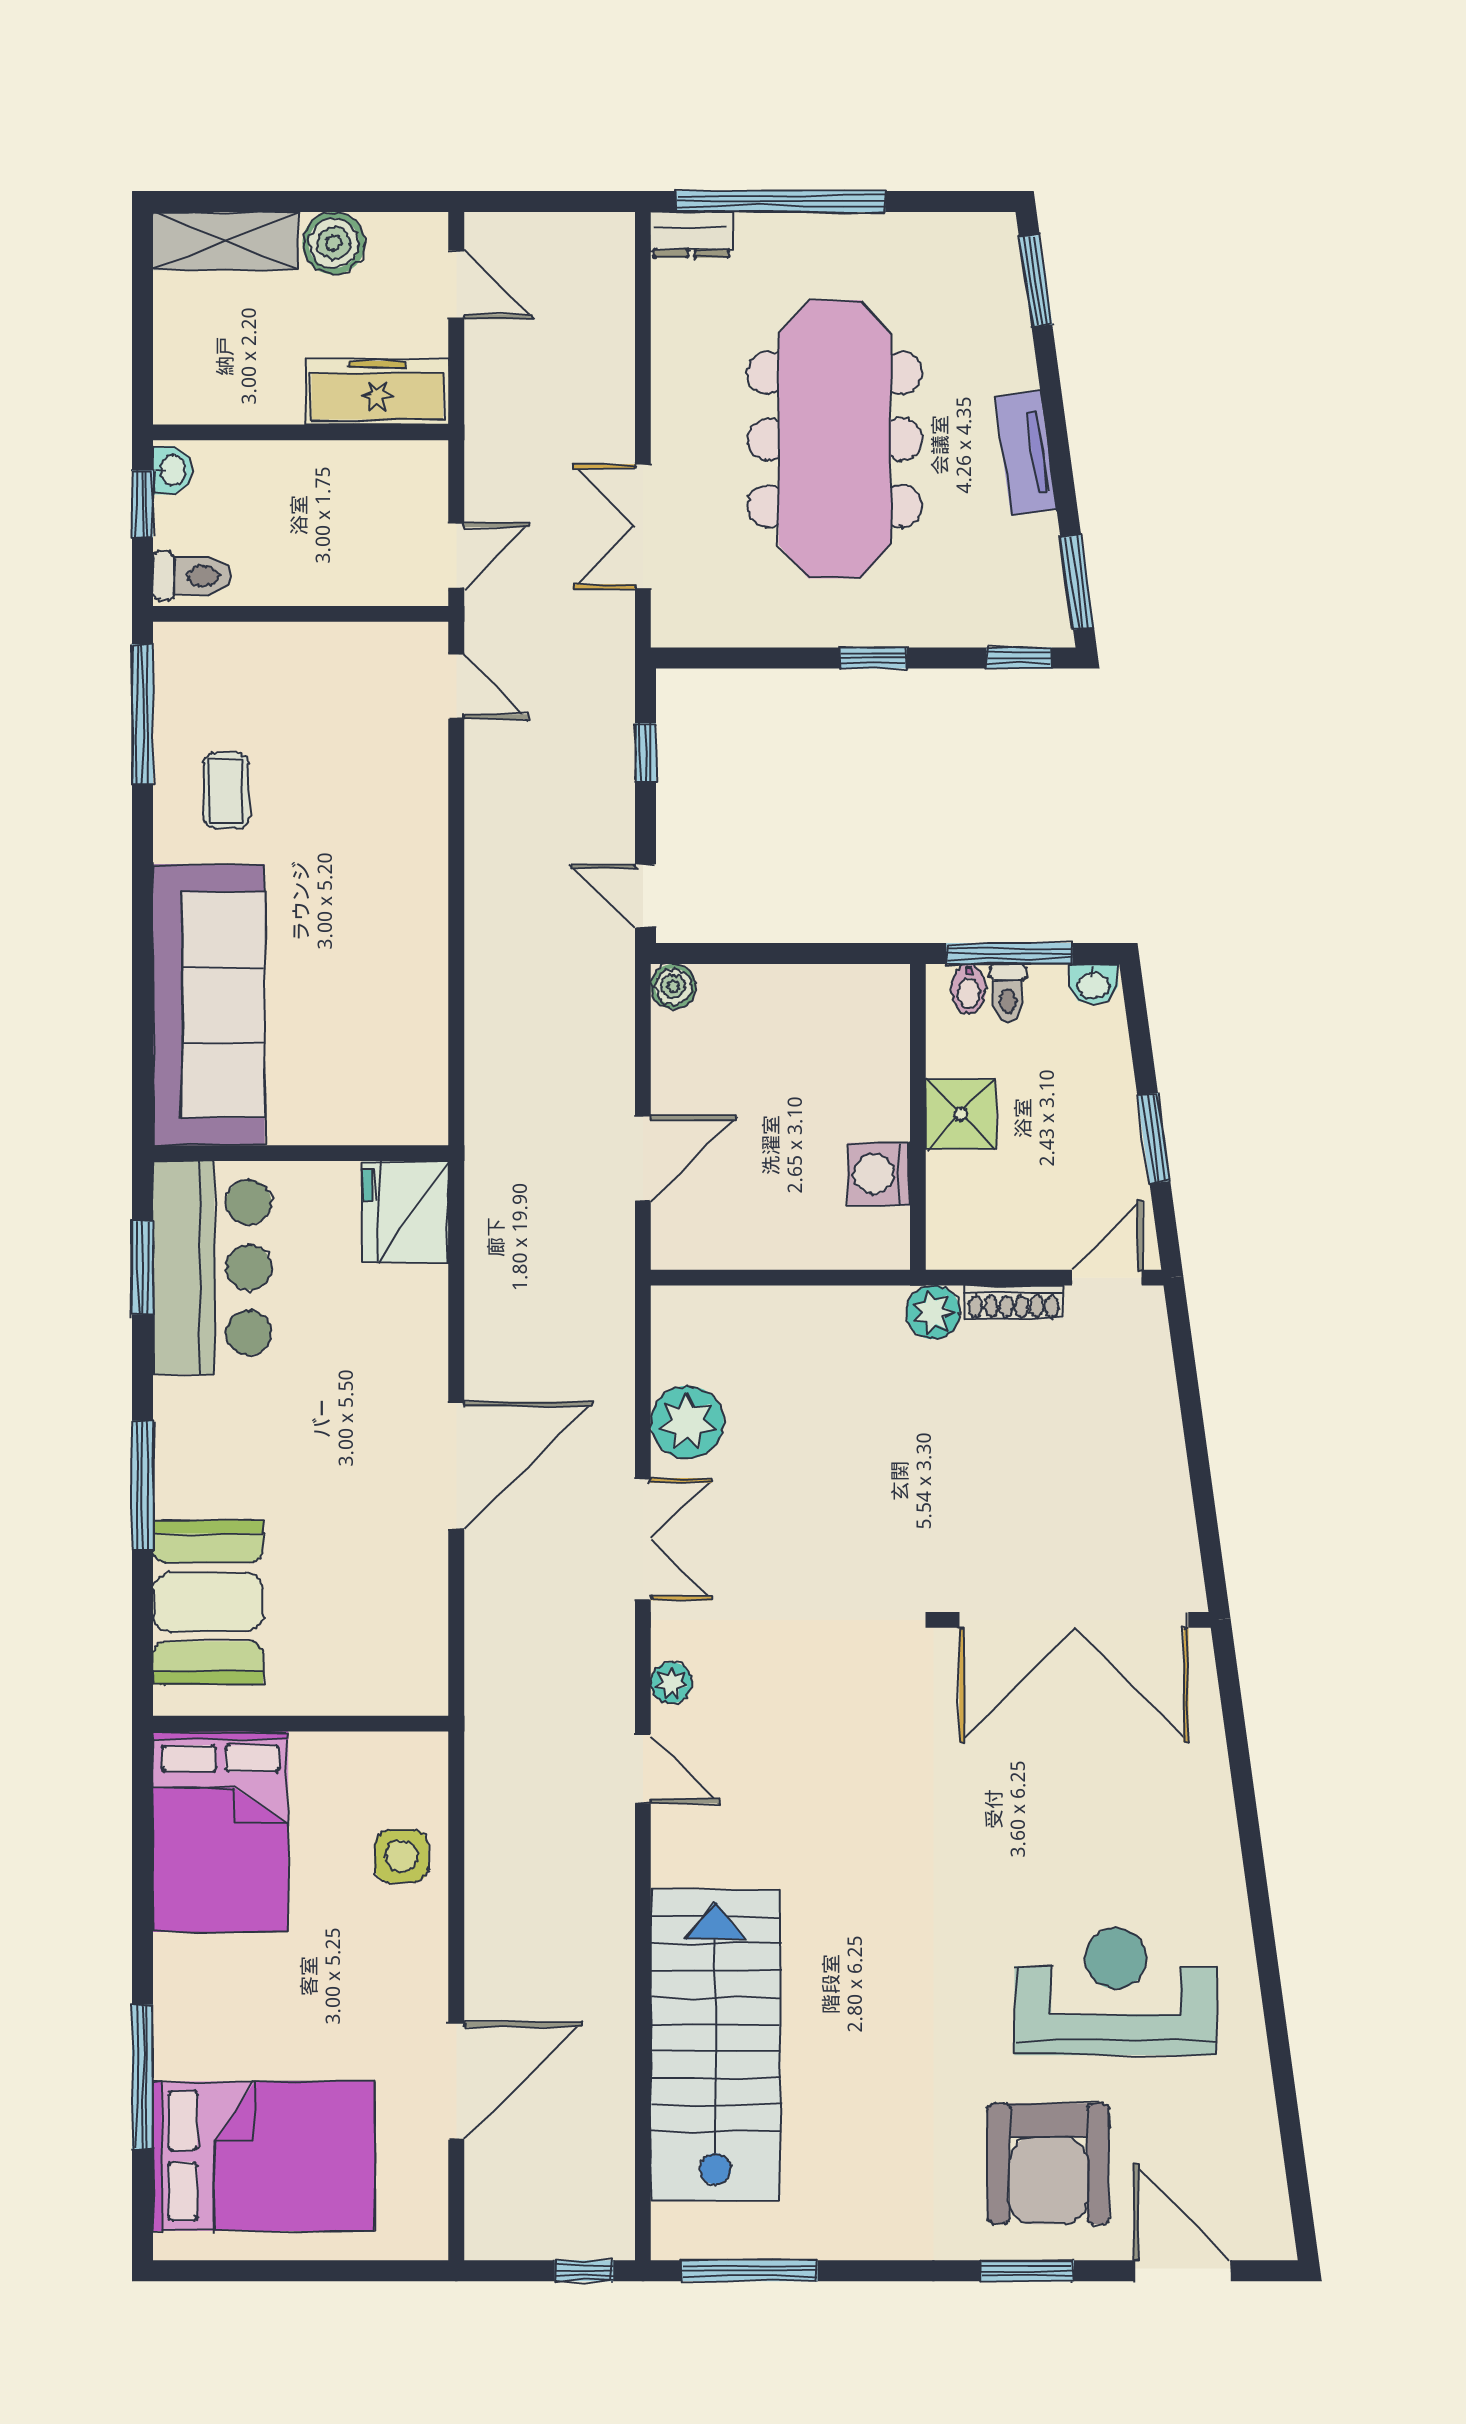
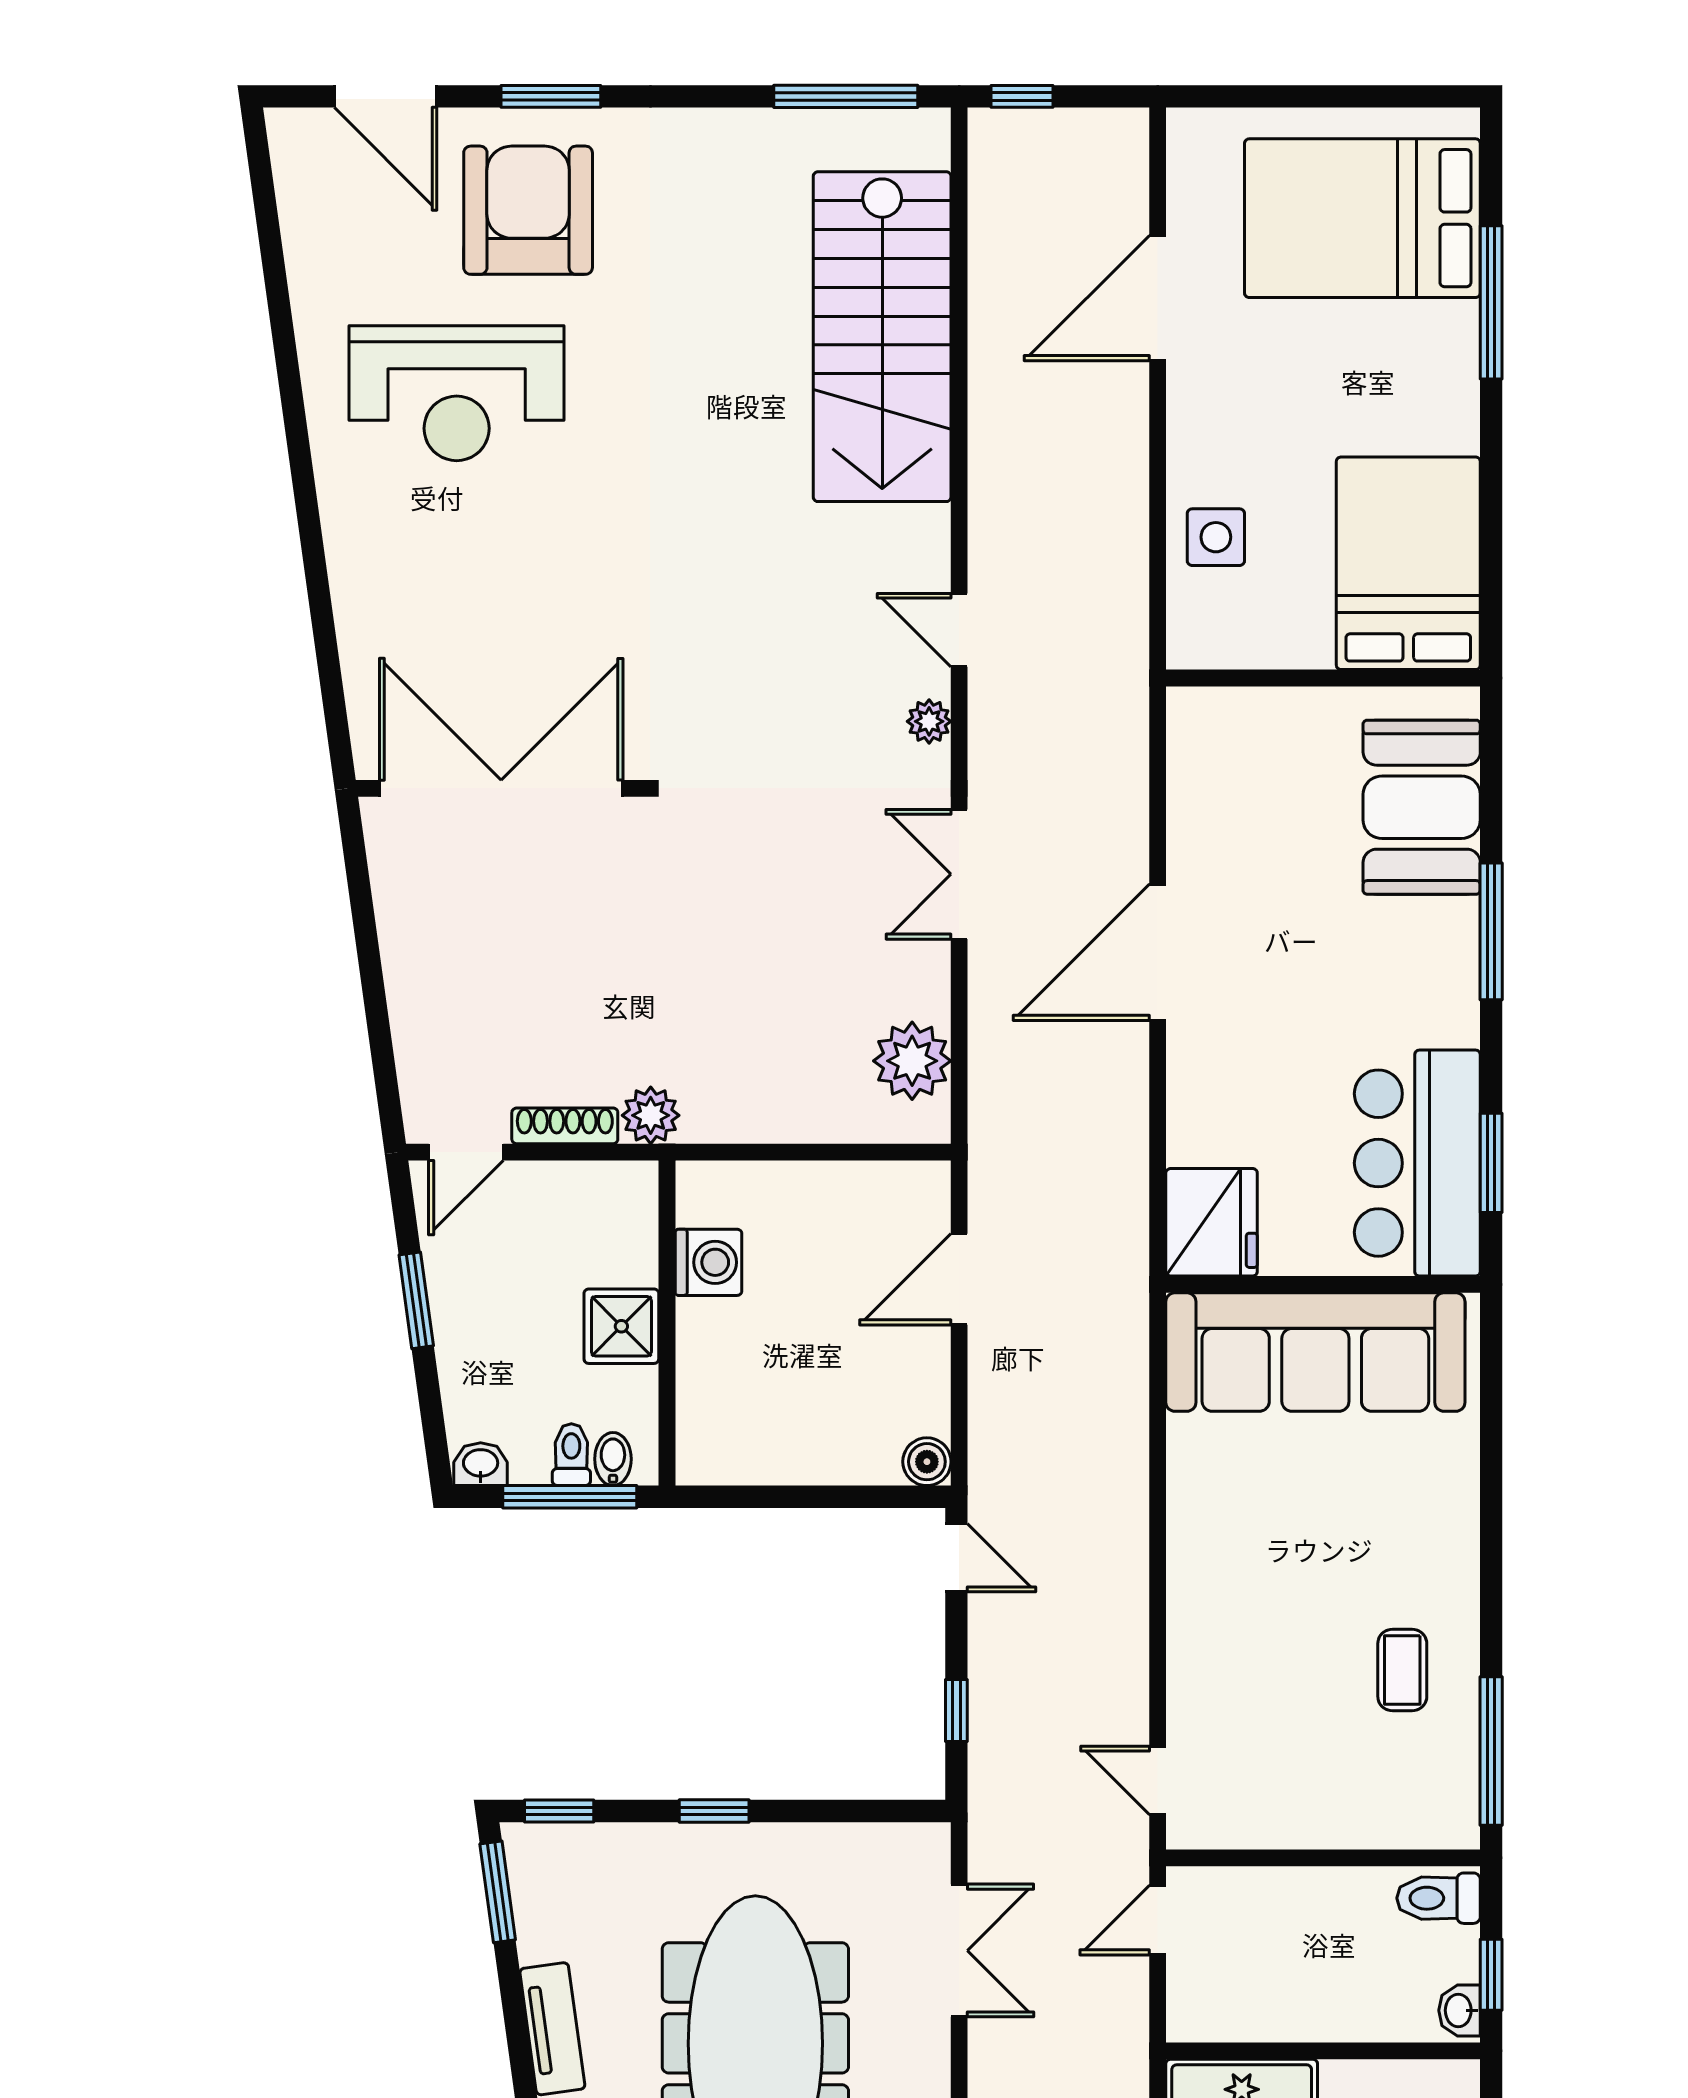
sofa: (209, 1005) -> (1315, 1352), moved, turned -90
plant: (687, 1422) -> (912, 1061), moved

